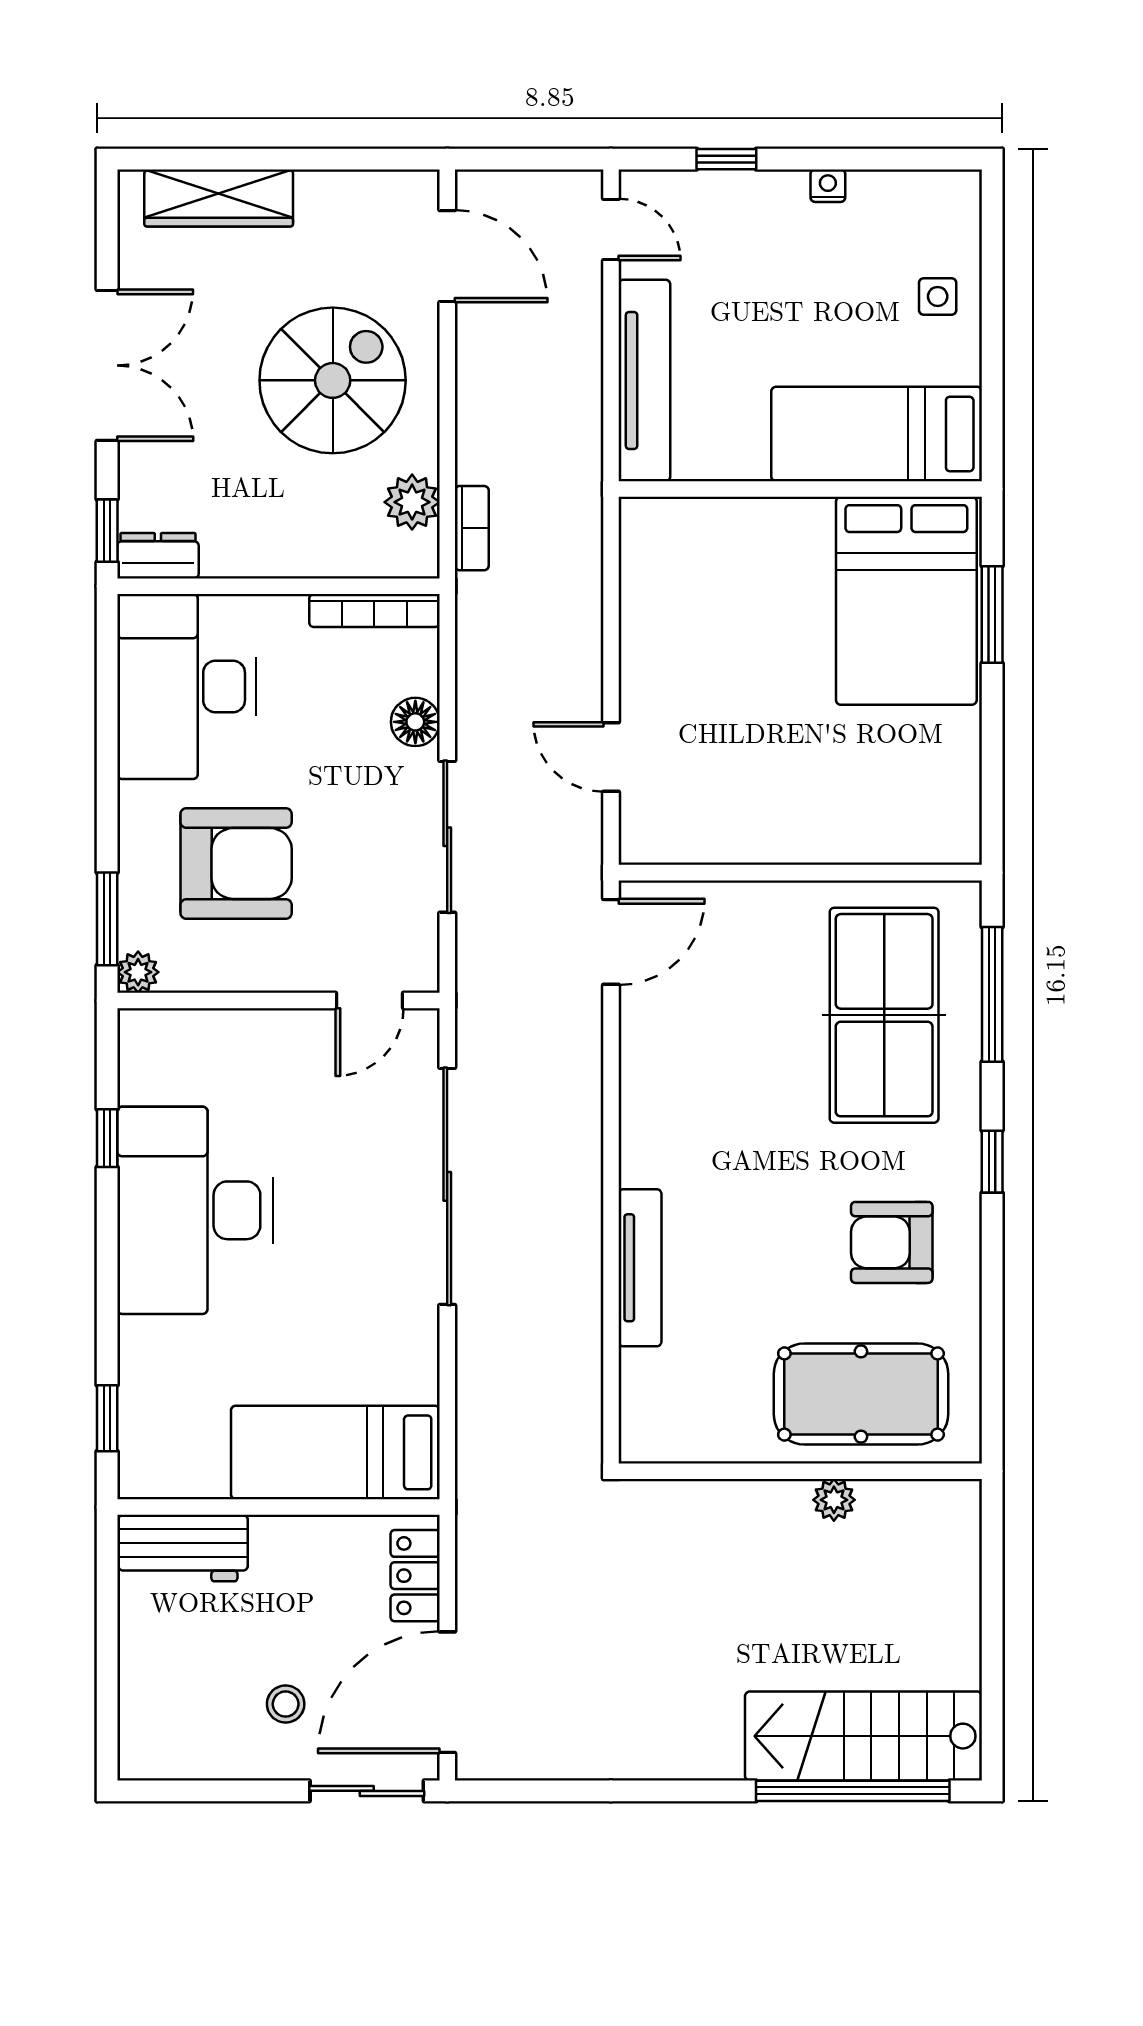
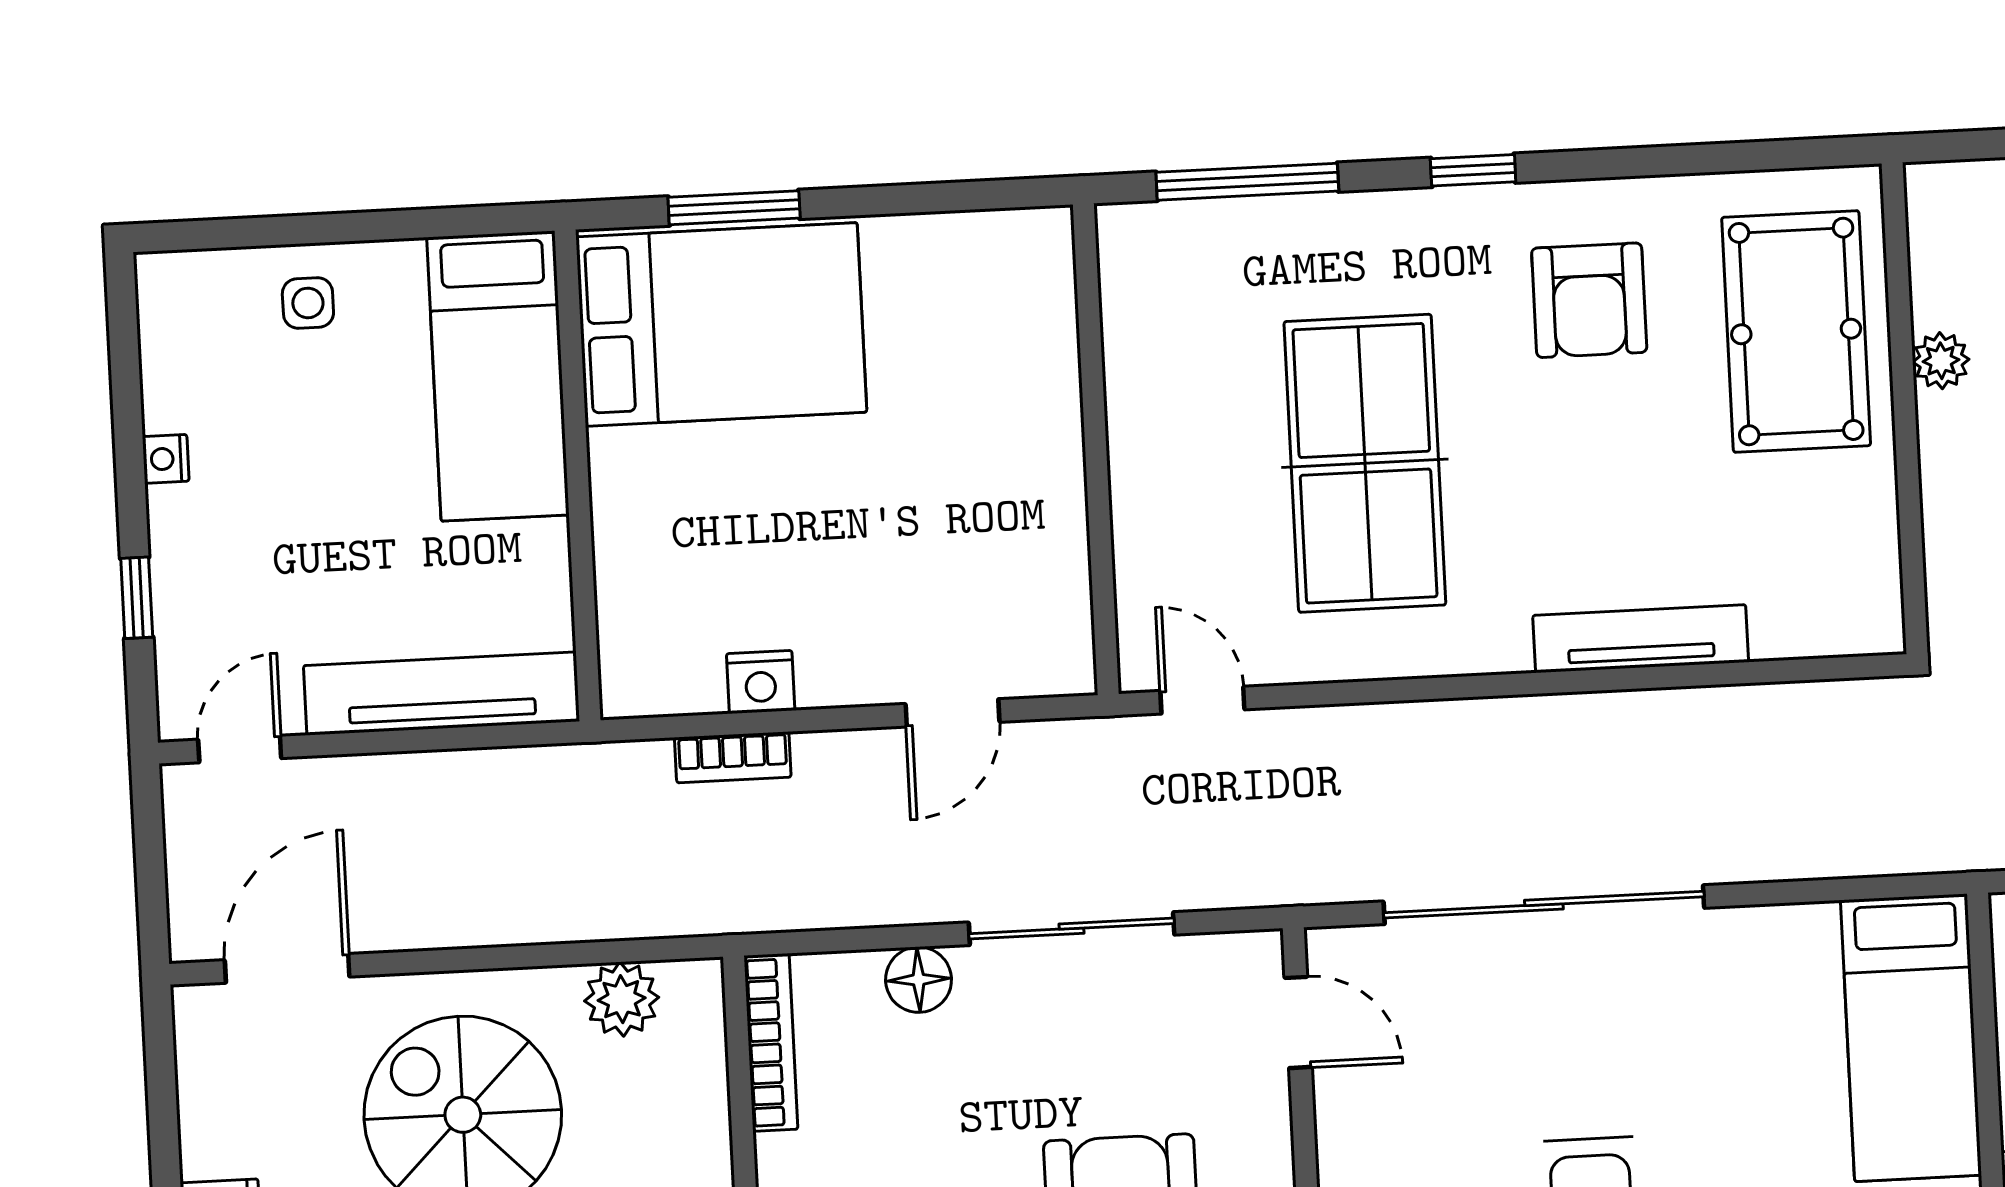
bookcase: (472, 528) -> (733, 757), moved, turned 180
nightstand: (641, 616) -> (761, 682), added
door: (611, 942) -> (1202, 700), width x0.73
table tennis table: (884, 1015) -> (1365, 463), moved, turned 90

